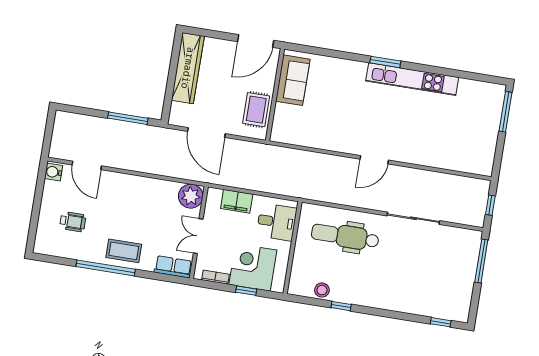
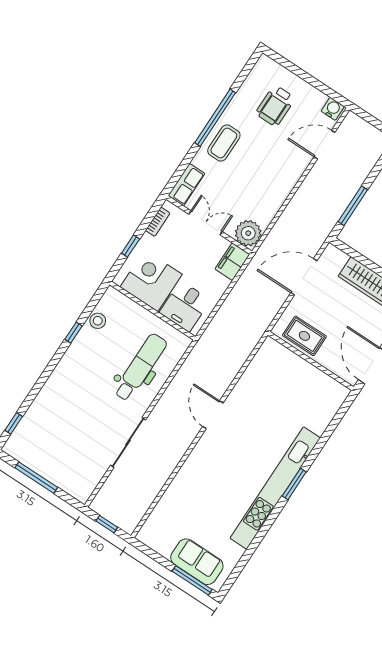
kitchen unit: (412, 79) -> (275, 488), width x1.36
sofa: (293, 80) -> (197, 562), moved, turned 180
door: (374, 160) -> (213, 415), moved
filing cabinet: (237, 201) -> (232, 262), moved
wheelchair: (73, 222) -> (275, 106), width x1.36, depth x1.37
window: (481, 261) -> (36, 478), moved
corner desk: (253, 267) -> (151, 281), moved, turned -90

